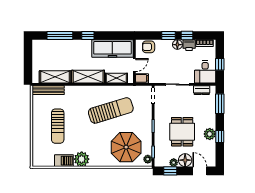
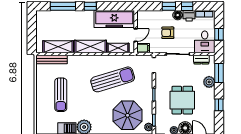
armchair: (149, 47) -> (168, 33), moved
plant: (210, 134) -> (209, 82), moved

